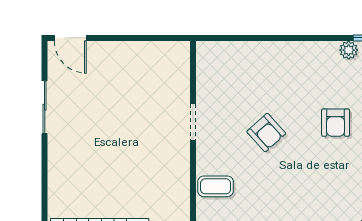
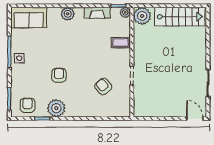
plant: (349, 50) -> (56, 108), width x1.88, depth x1.88
armchair: (266, 133) -> (103, 86), moved

